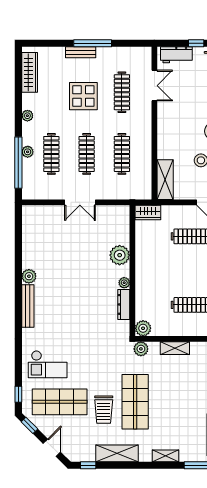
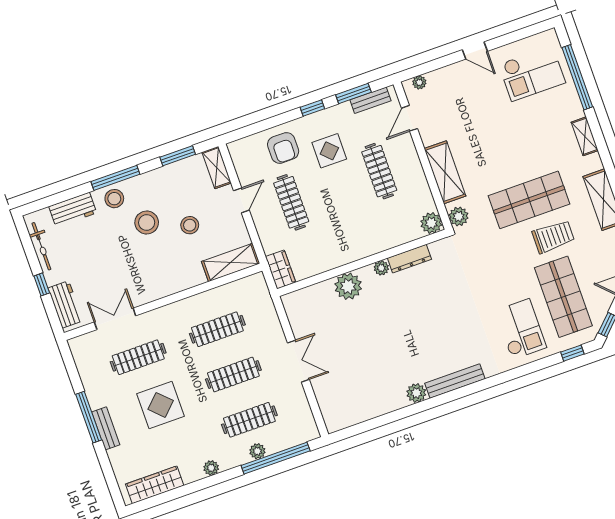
shelving: (175, 348) -> (445, 172), width x1.50, depth x1.33

